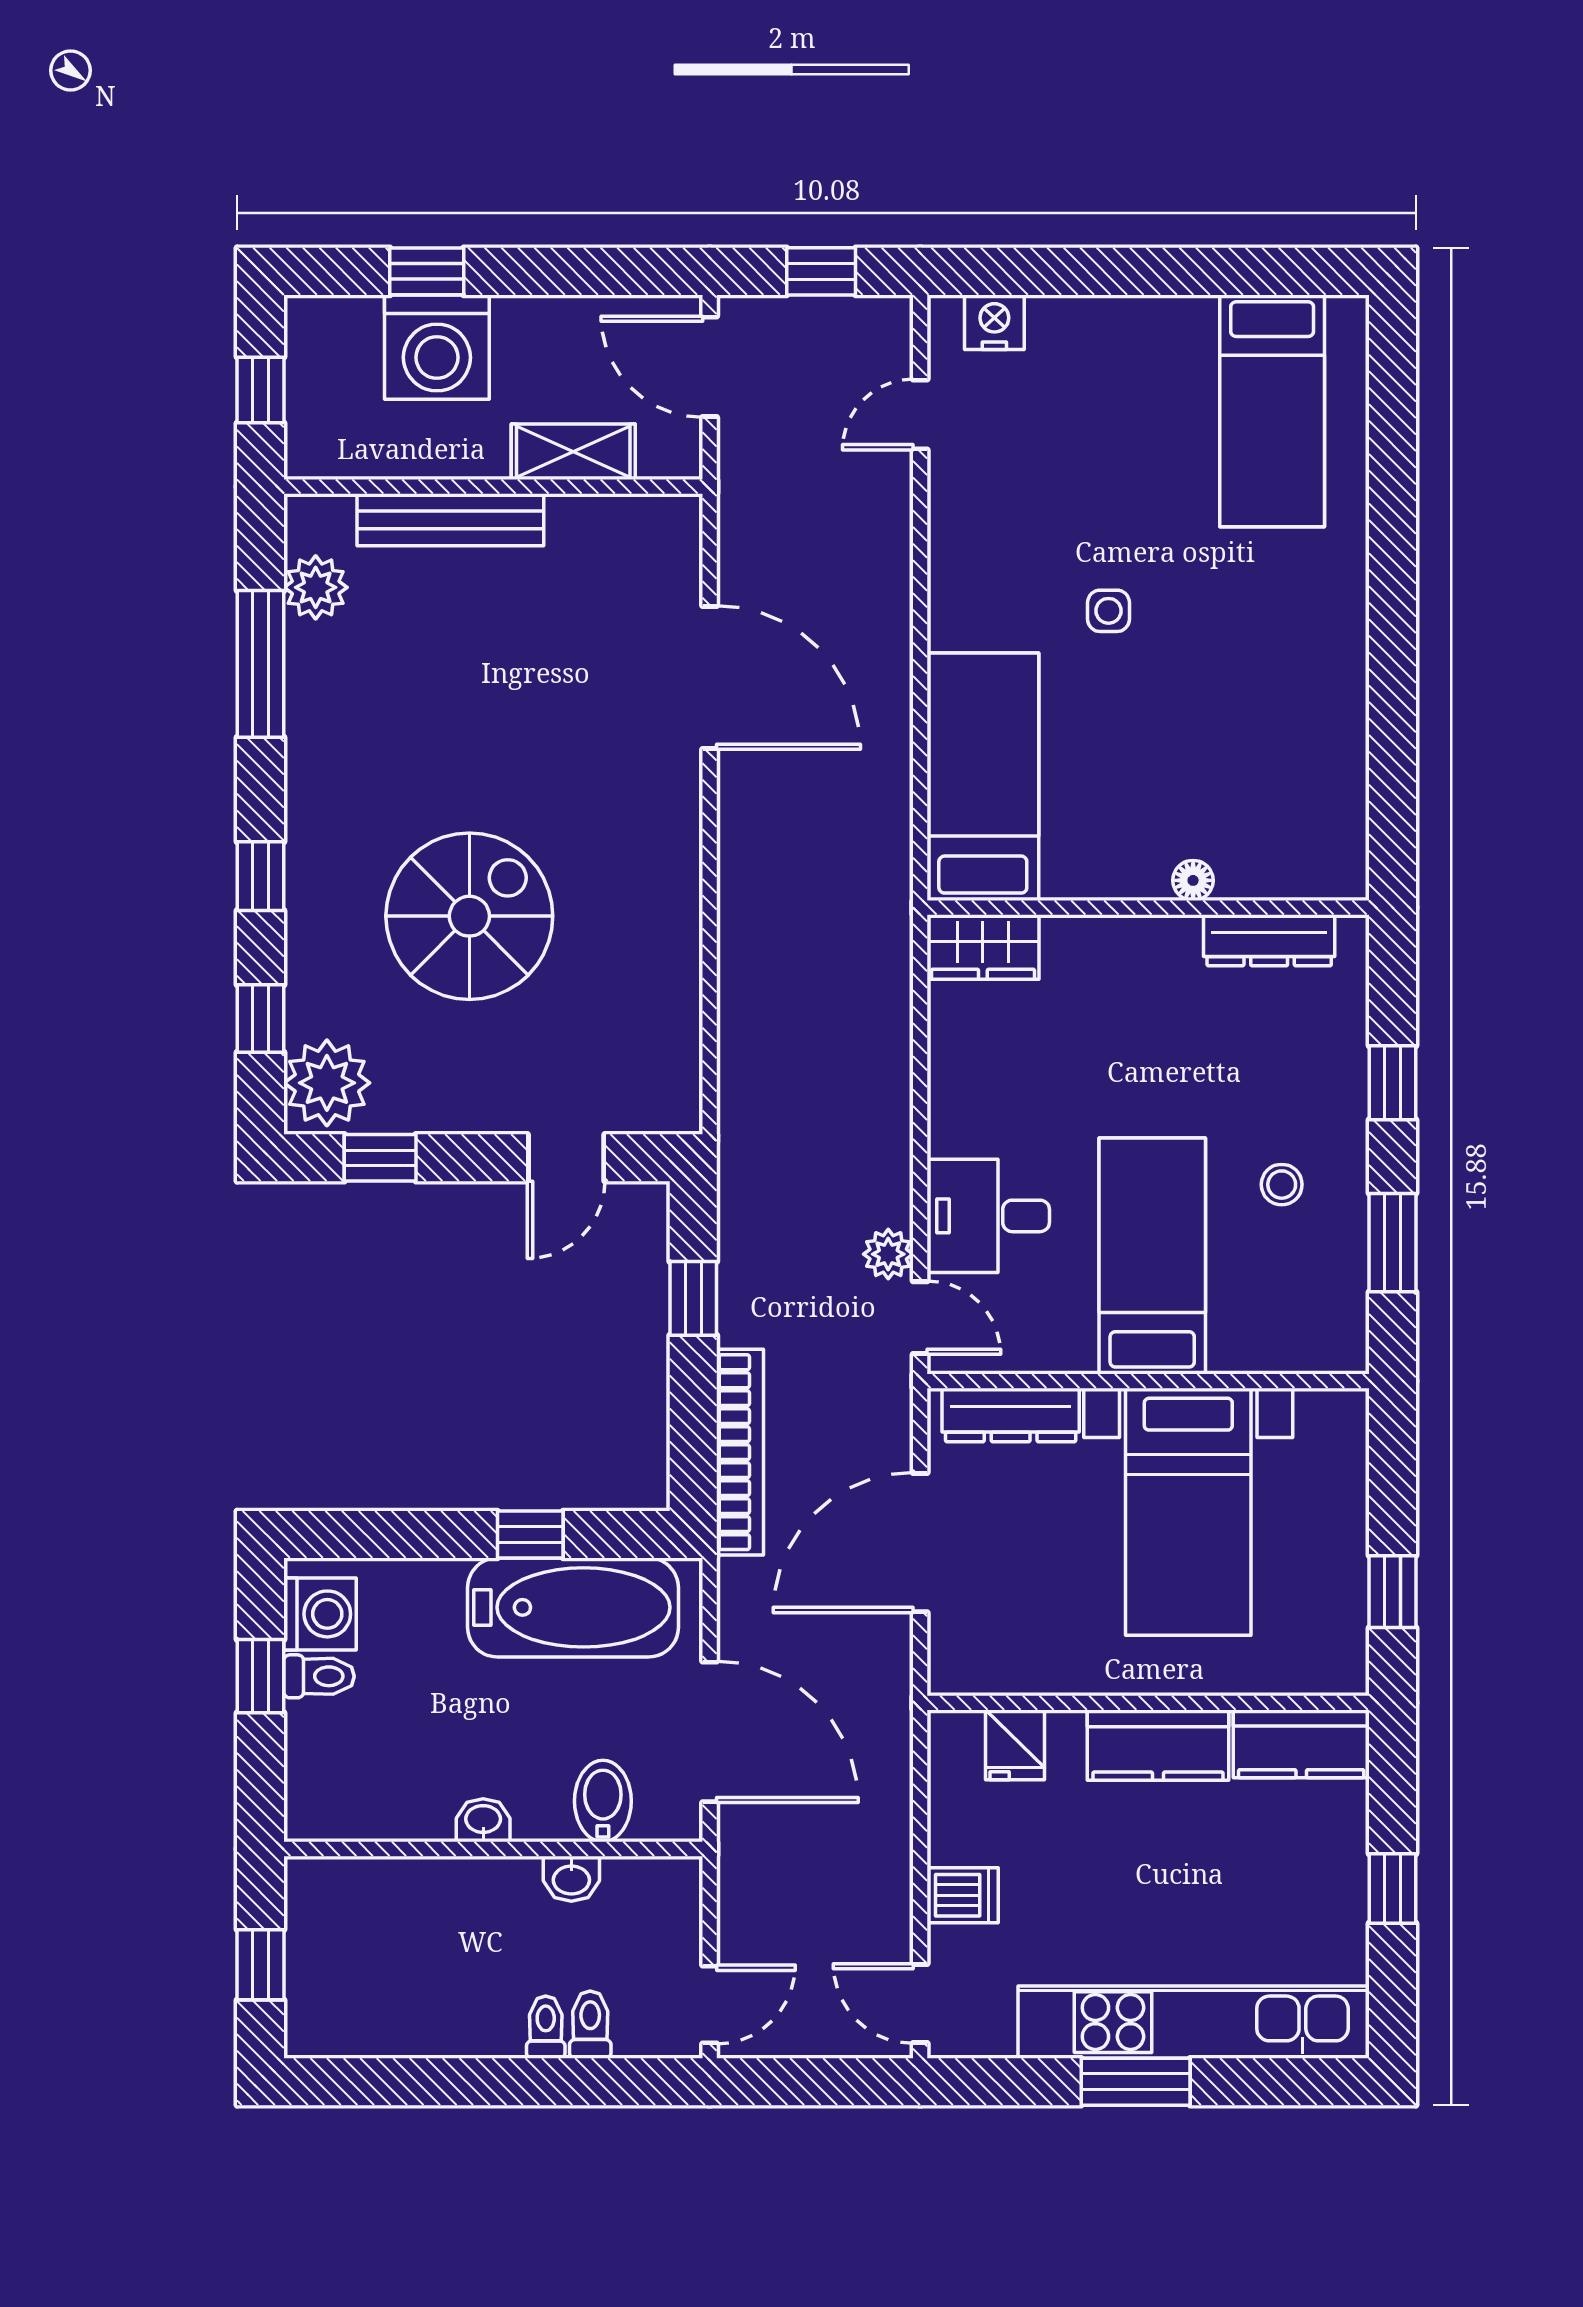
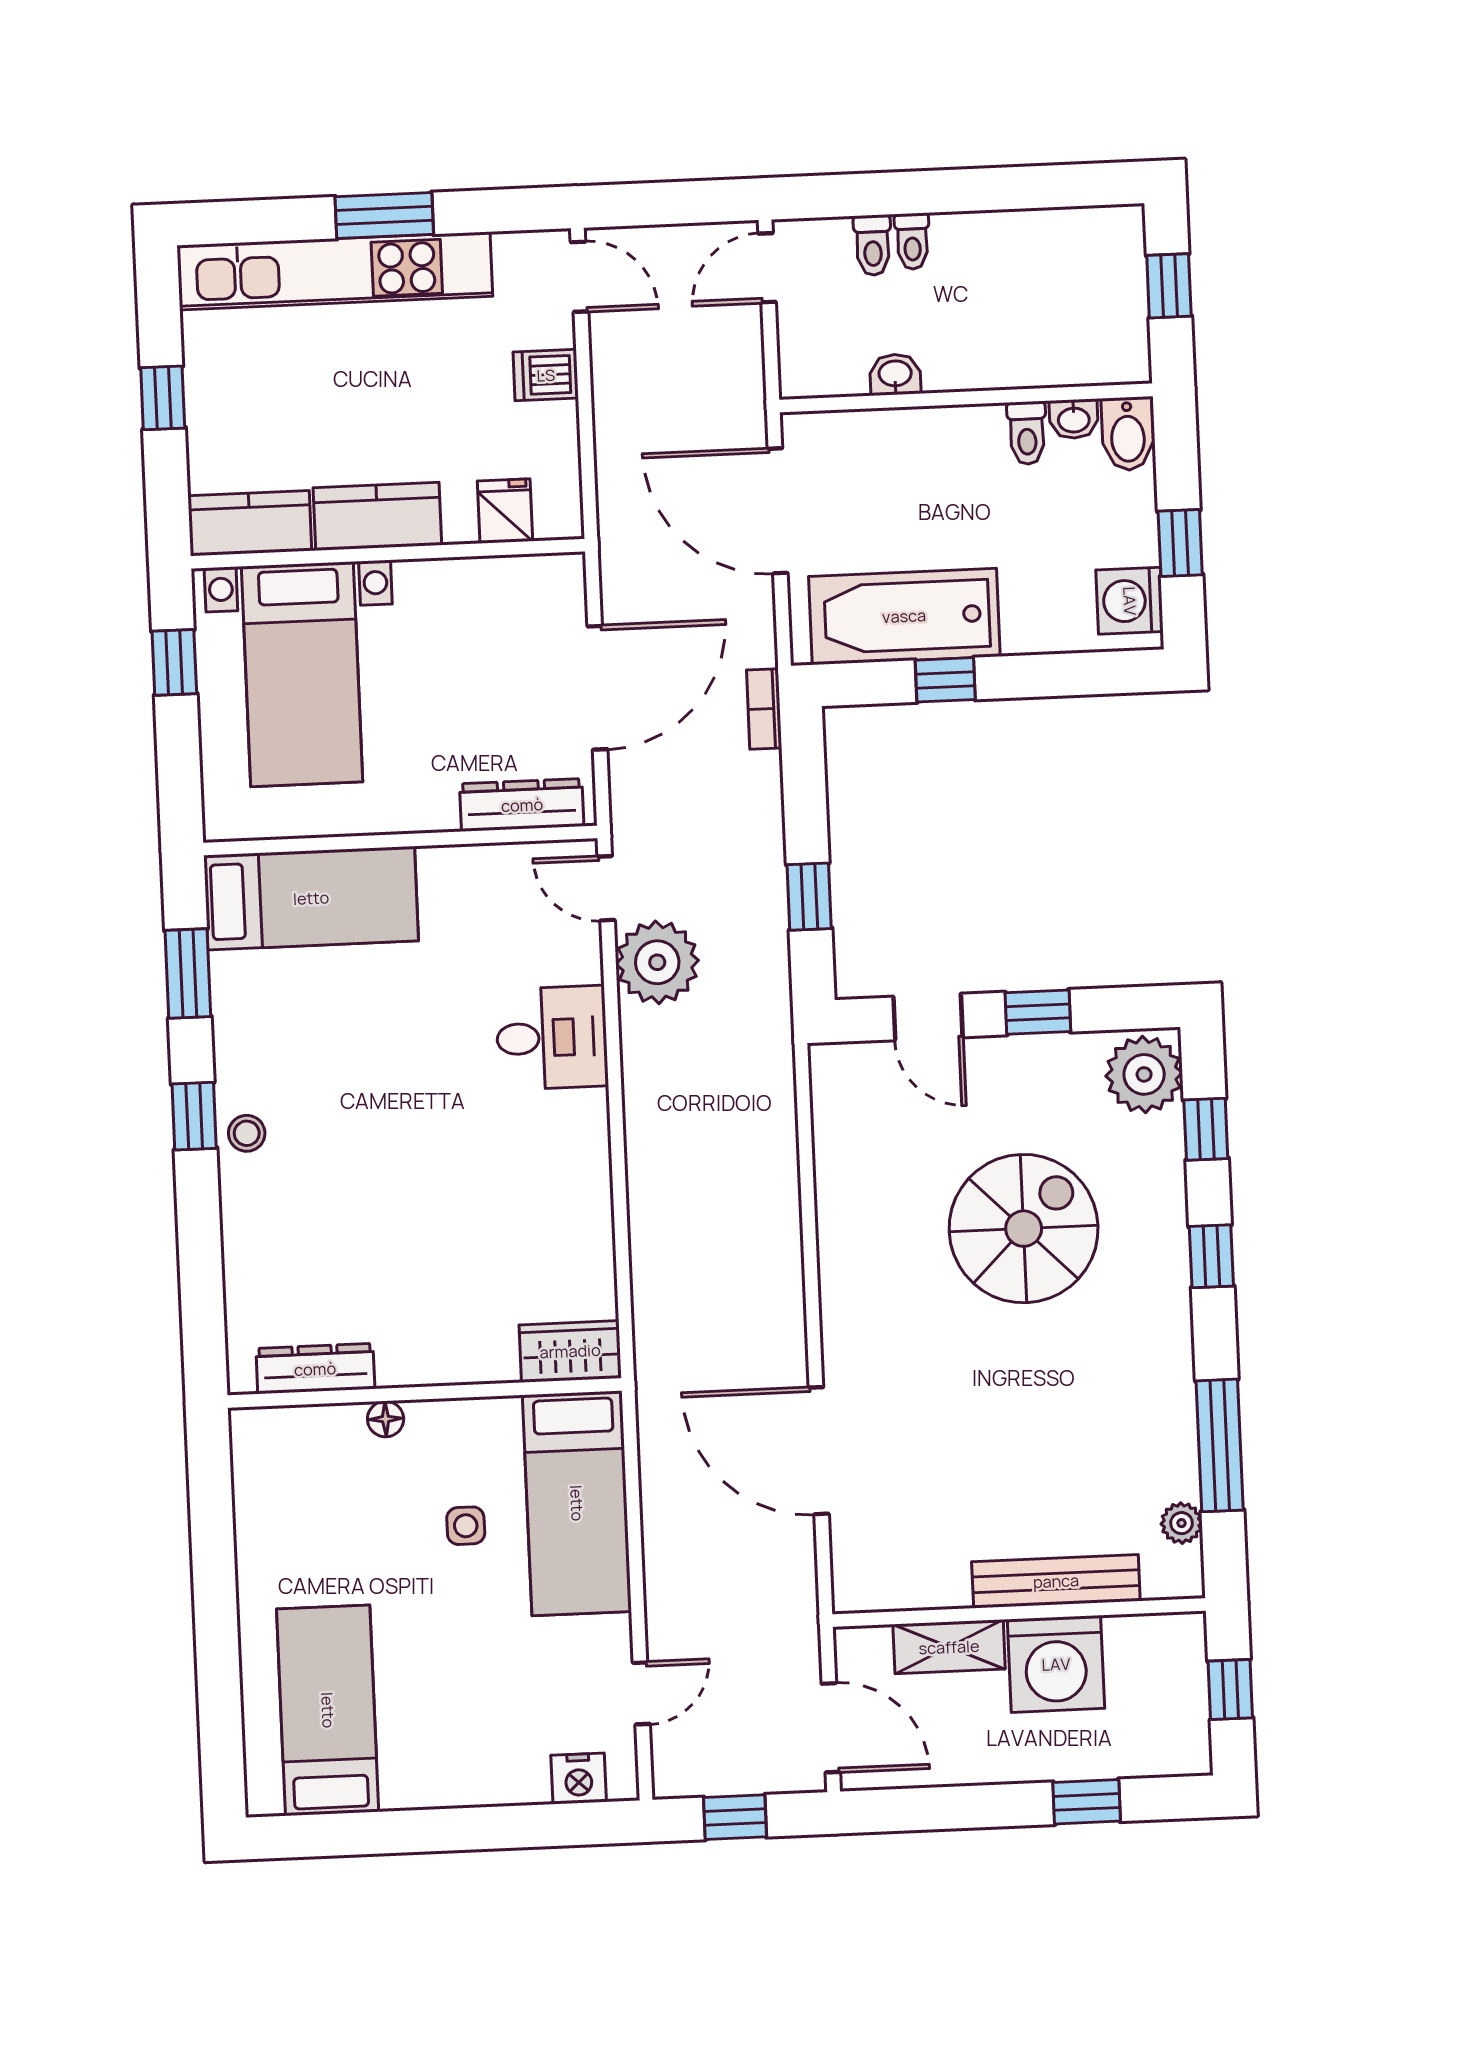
washing machine: (437, 347) -> (1056, 1664), moved, turned 180
plant: (316, 587) -> (1182, 1523), width x0.73, depth x0.73
bed: (983, 777) -> (577, 1503), moved
floor lamp: (1193, 880) -> (386, 1419), moved
wall: (1148, 908) -> (425, 1393), moved
spiral stairs: (469, 916) -> (1024, 1229), turned 180
dresser: (1269, 940) -> (315, 1369), moved
wardrobe: (983, 947) -> (570, 1351), moved
window: (380, 1158) -> (1038, 1012), moved
door: (566, 1158) -> (928, 1017), swing flipped
stool: (1282, 1185) -> (247, 1133), moved
desk: (988, 1216) -> (552, 1038), moved
plant: (888, 1254) -> (657, 962), width x1.88, depth x1.88
bed: (1152, 1256) -> (311, 898), moved, turned -90
bookcase: (740, 1452) -> (764, 709), width x0.43, depth x0.76
bed with nightstands: (1188, 1512) -> (302, 674), moved, turned 180
toilet: (319, 1676) -> (1027, 433), moved, turned -90
bidet: (603, 1801) -> (1128, 434), moved
washbasin: (483, 1820) -> (1074, 419), moved

